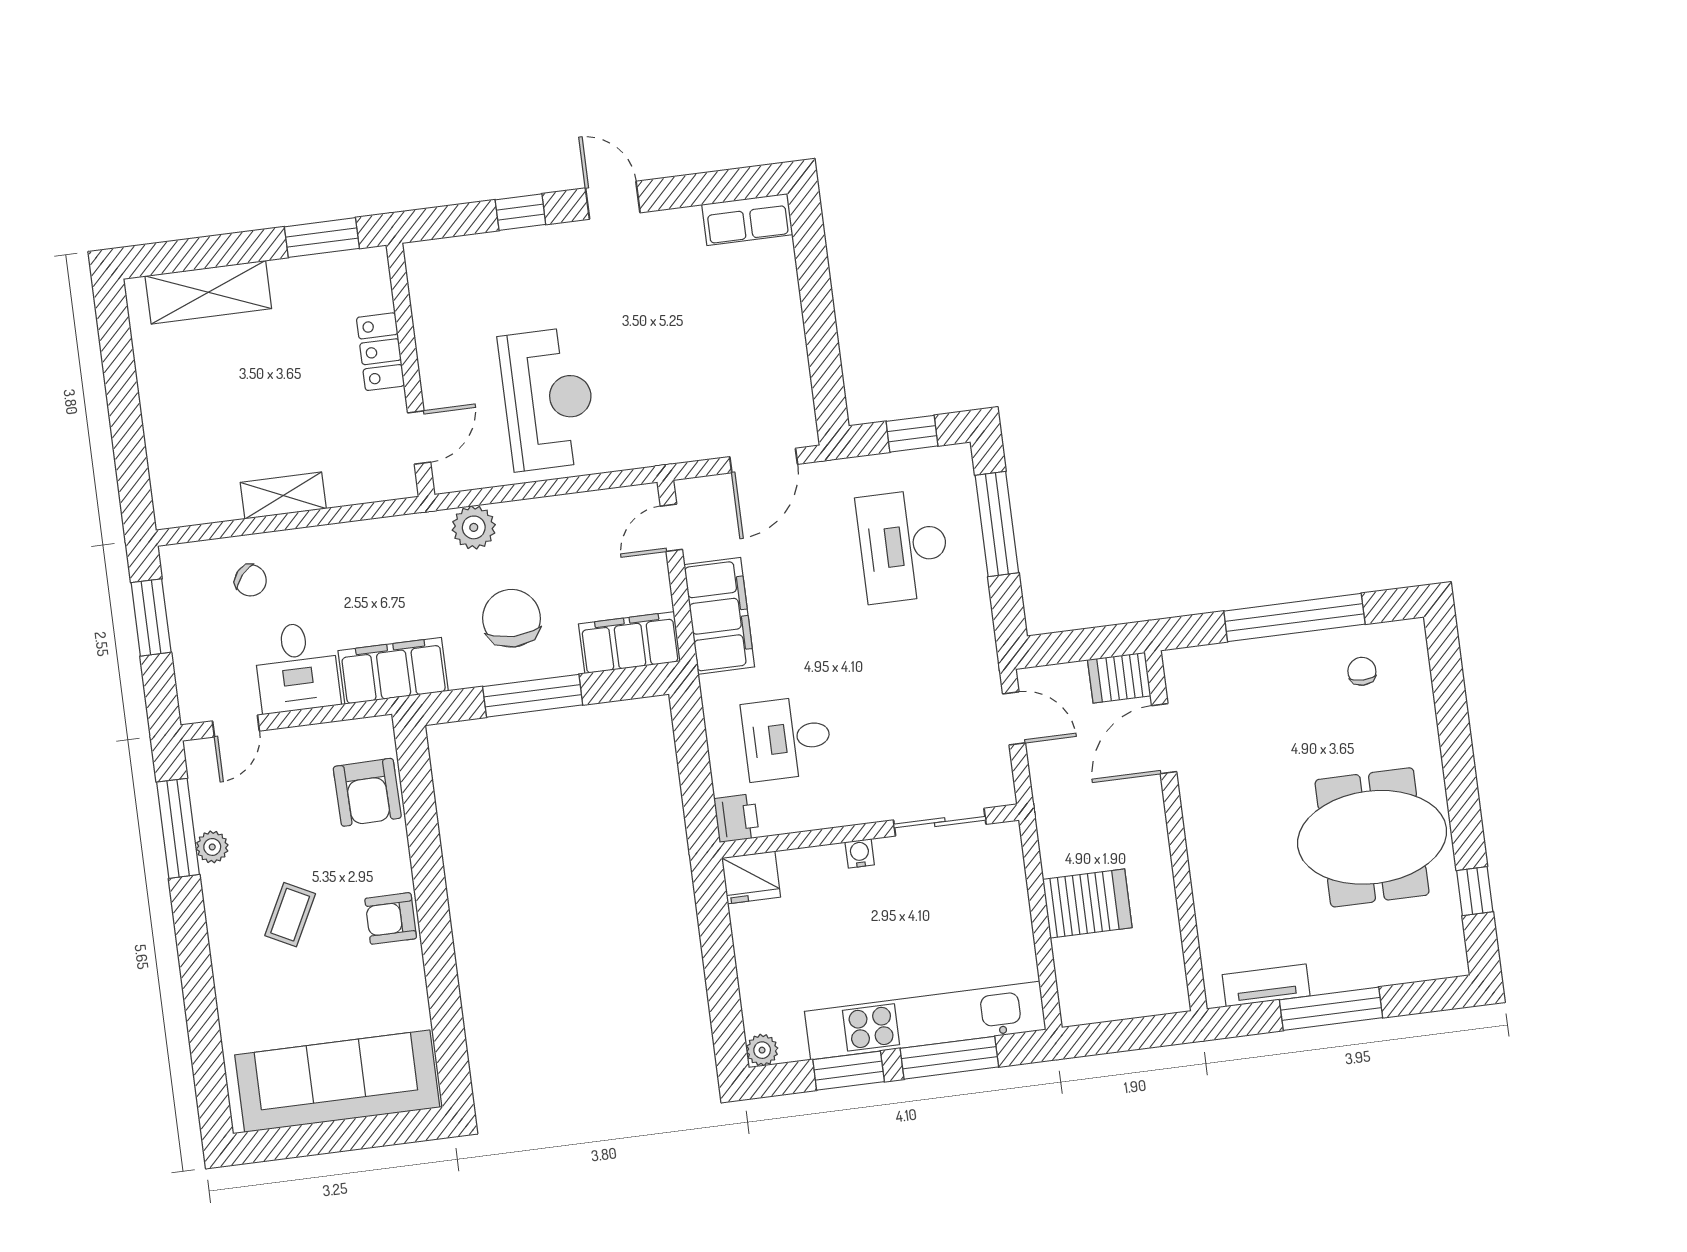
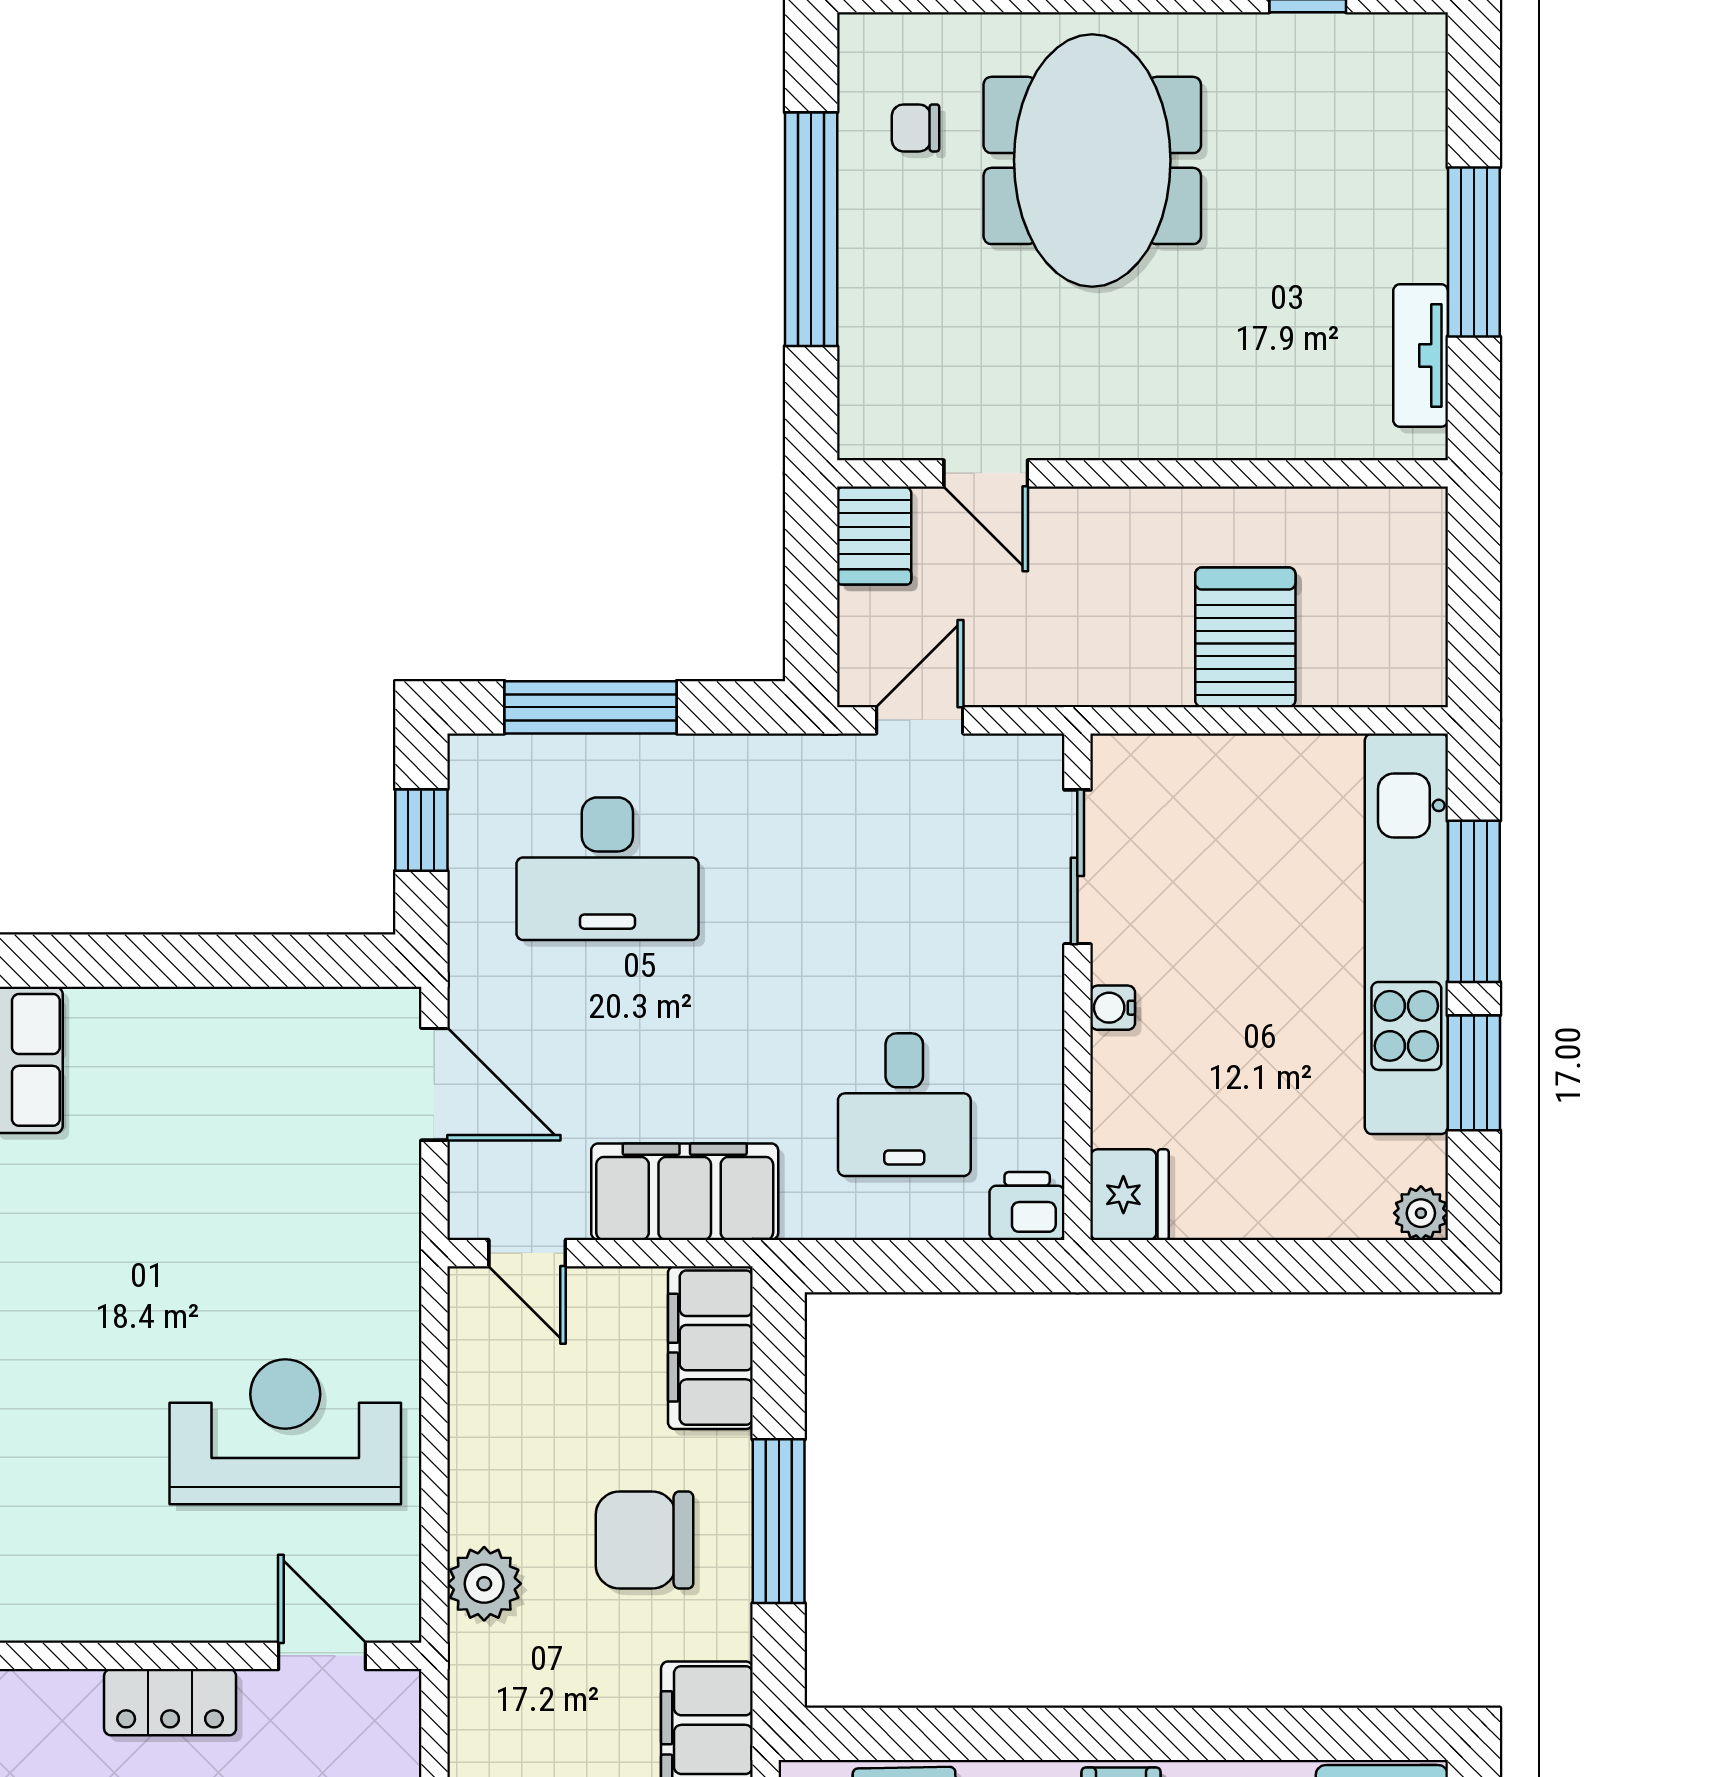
door: (1164, 739) -> (986, 473), width x0.73
meeting table: (1372, 837) -> (1092, 160), moved

